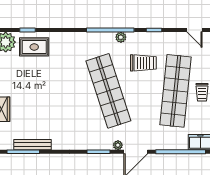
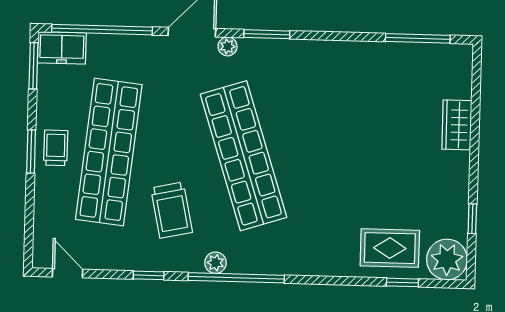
trolley: (143, 63) -> (172, 210), turned -102
bench: (33, 145) -> (399, 52), removed

